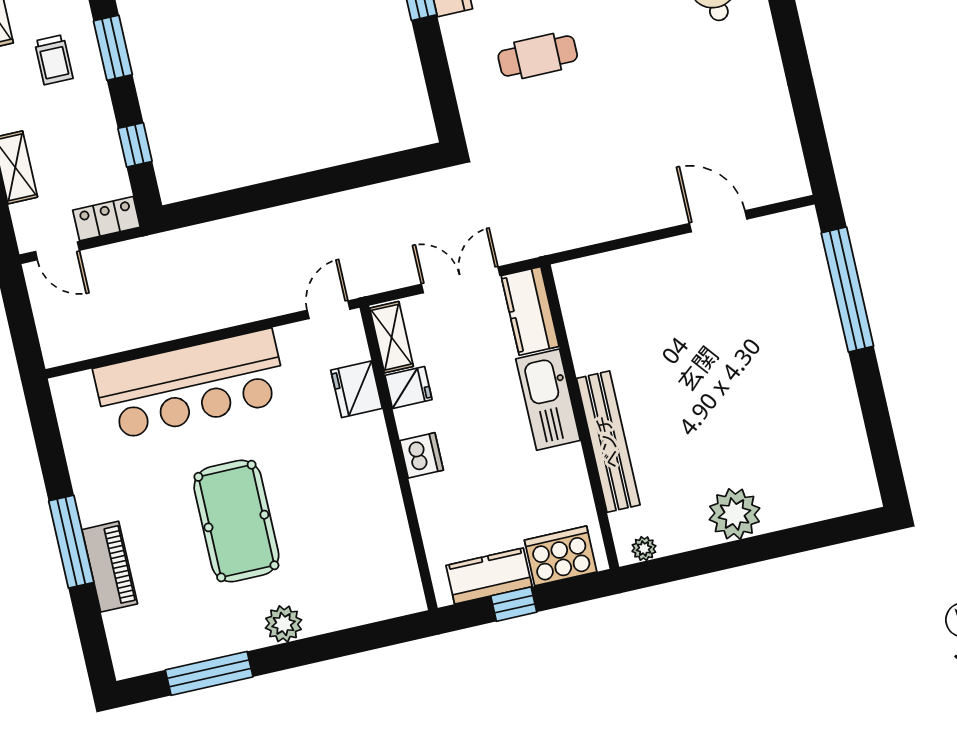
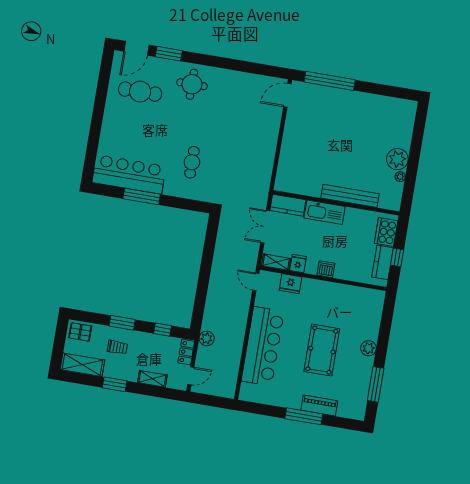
door: (718, 221) -> (287, 95), moved
plant: (156, 252) -> (207, 339), added
pool table: (236, 521) -> (322, 350), turned 90
plant: (644, 549) -> (400, 177), moved

